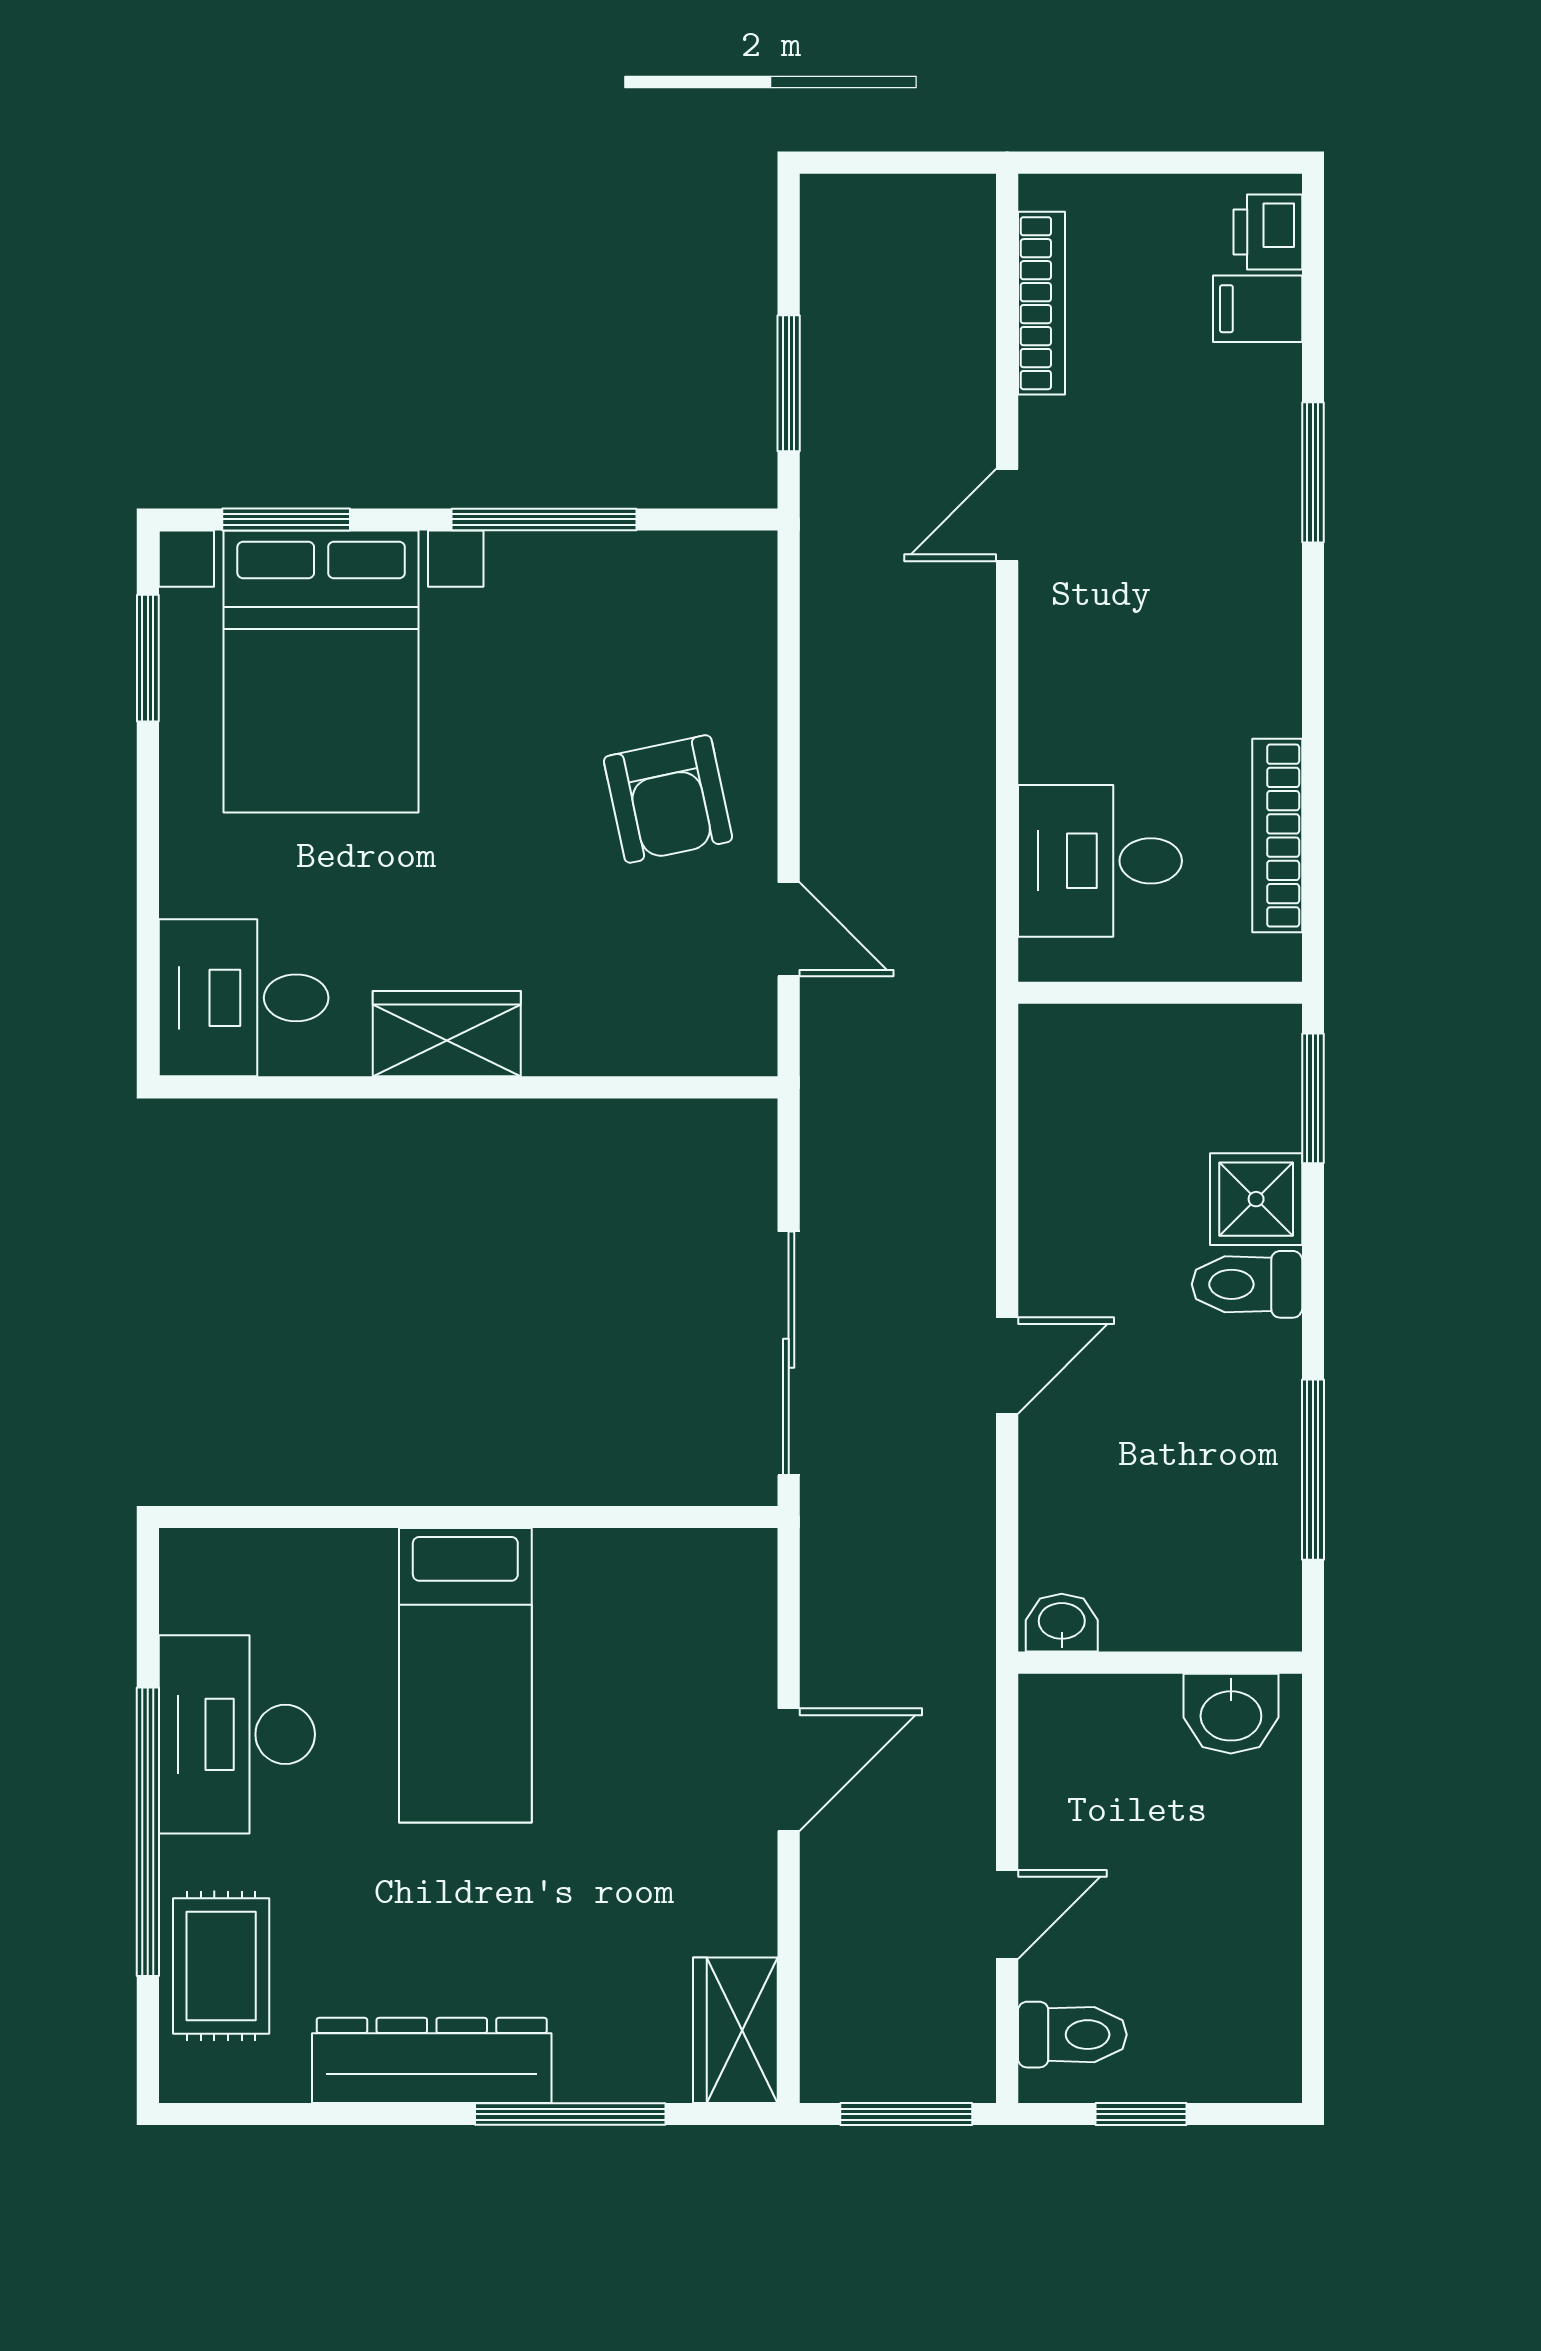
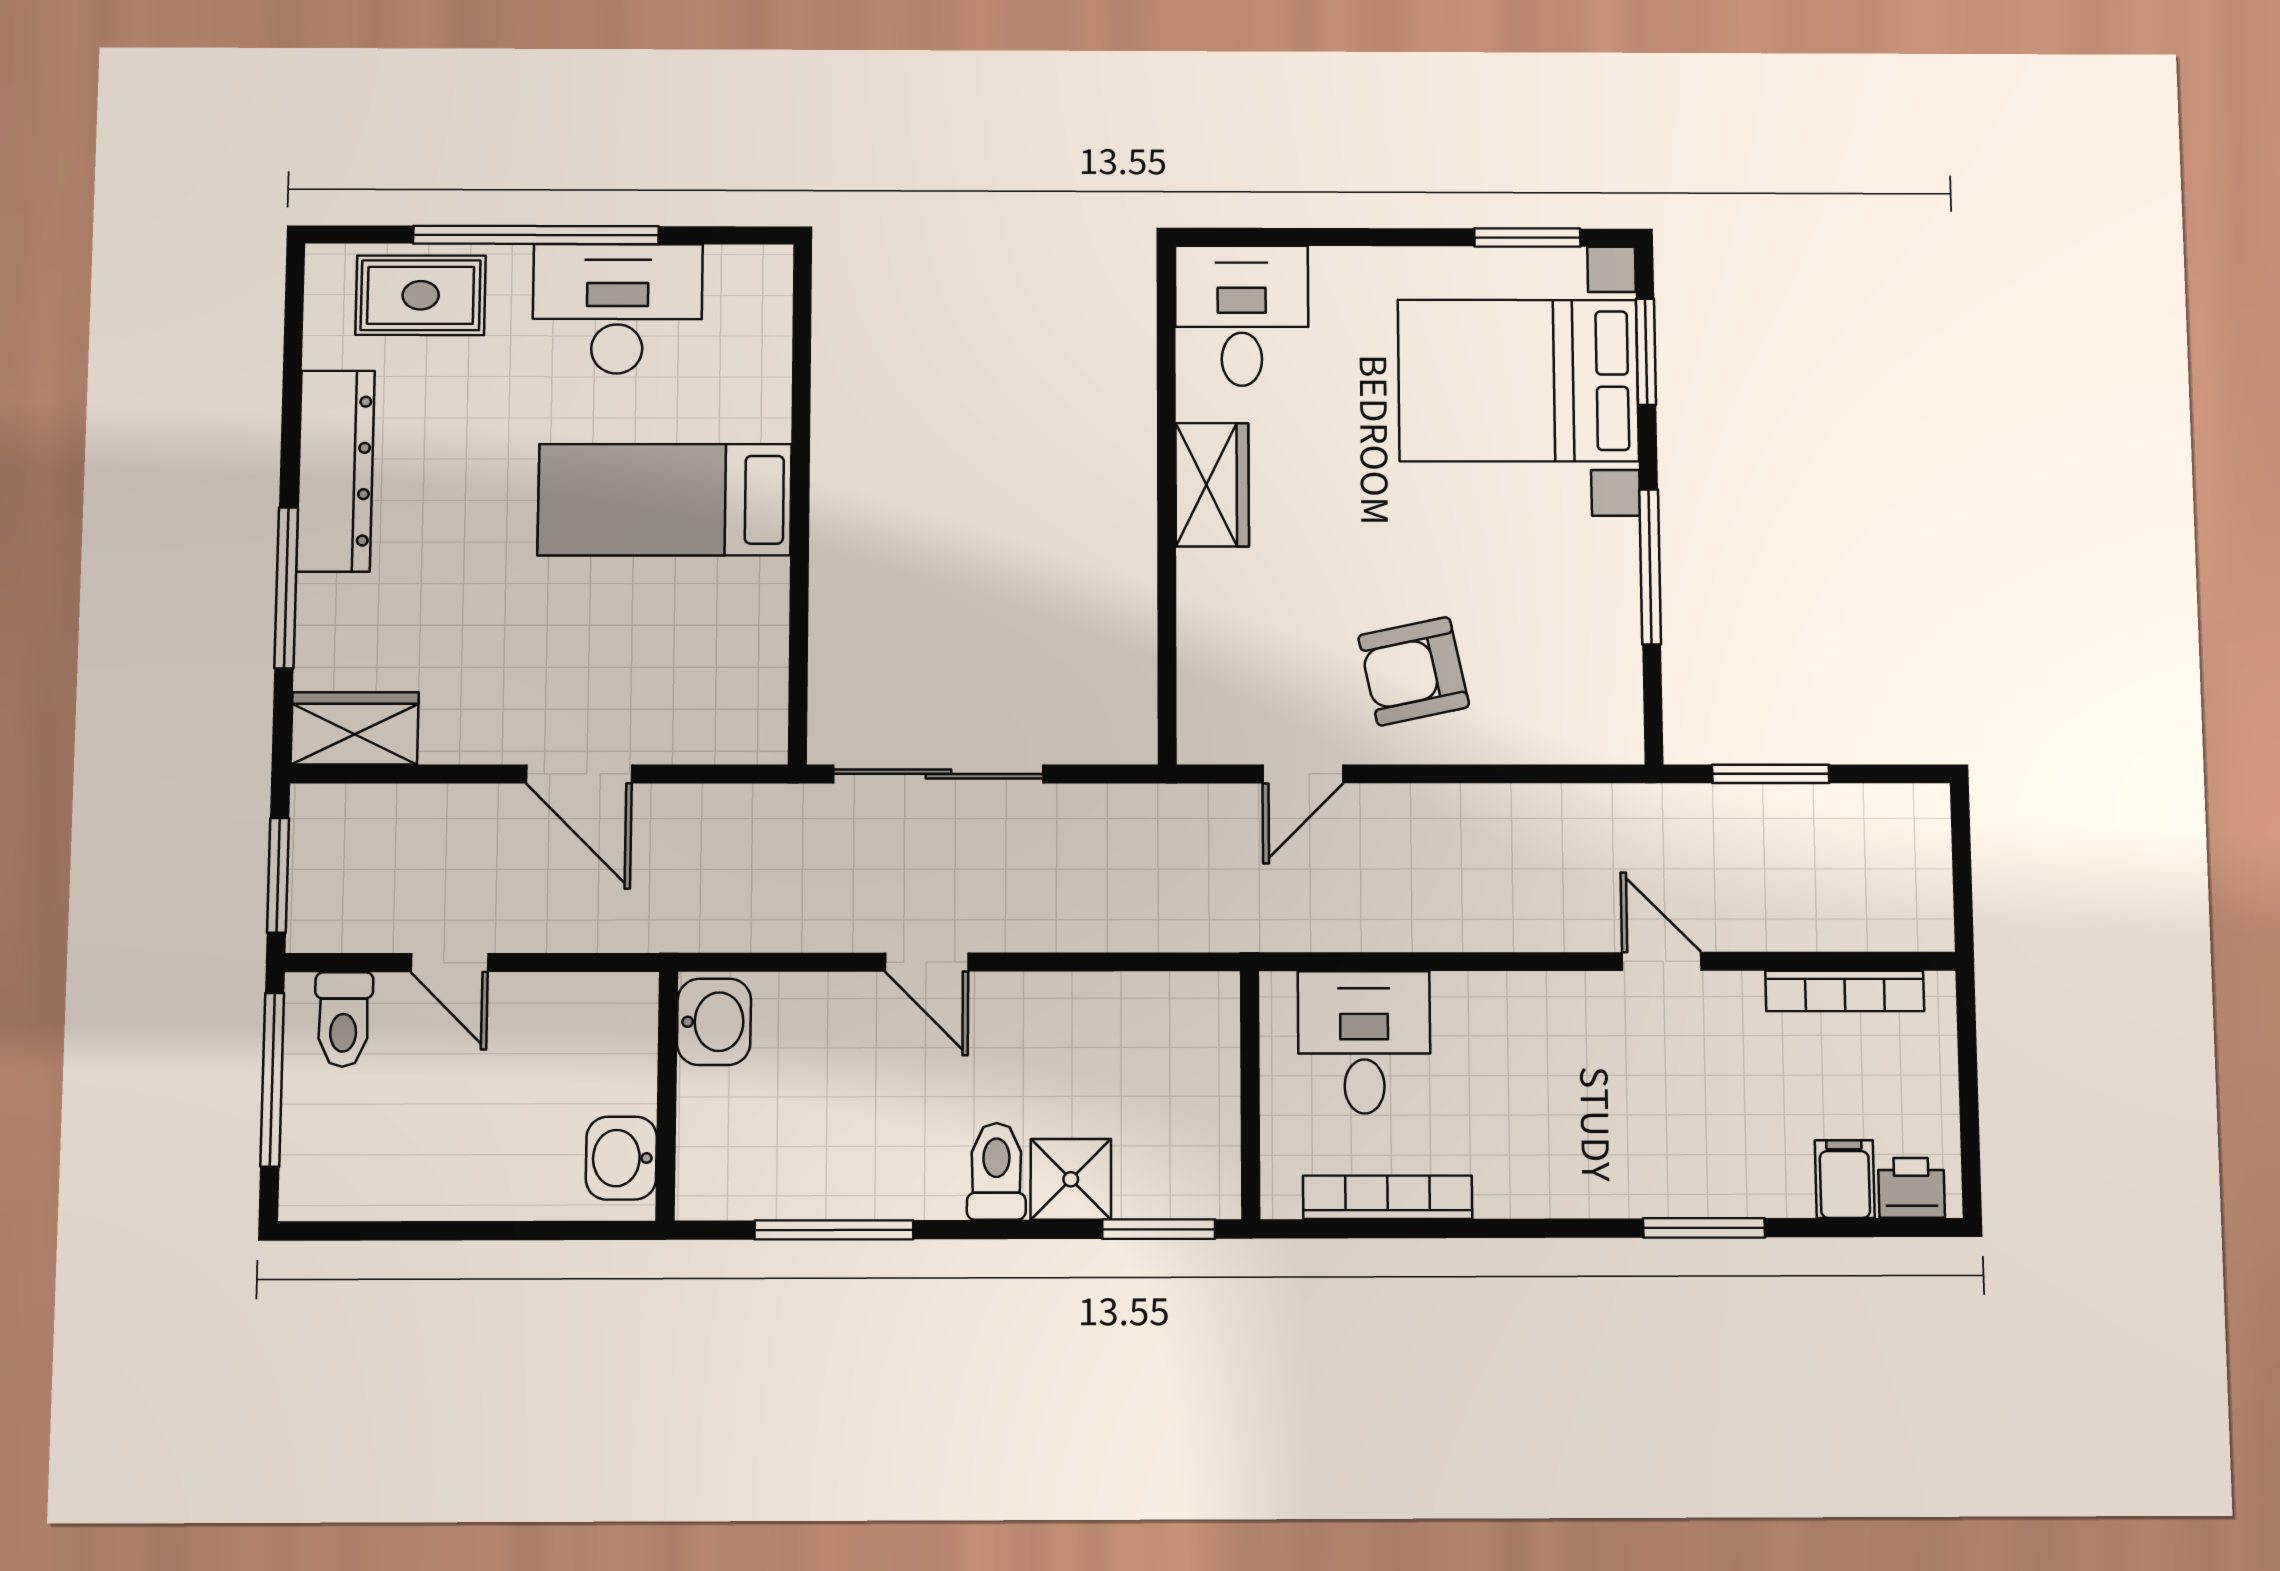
washbasin: (1062, 1623) -> (714, 1022), width x1.38, depth x1.45
window: (1141, 2114) -> (272, 1080), width x2.17

